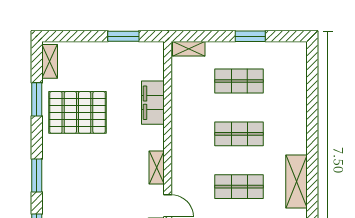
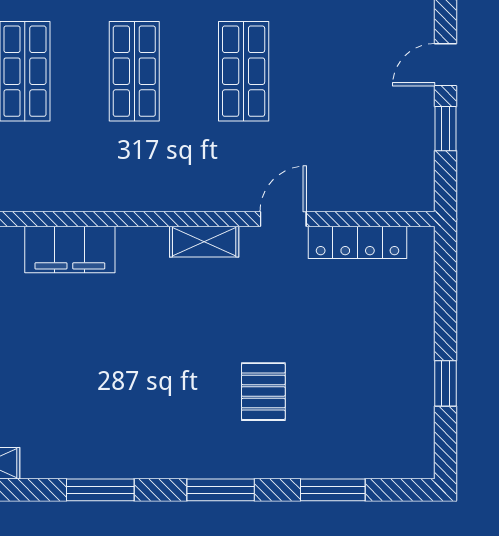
window: (37, 99) -> (100, 490), moved
pallet: (77, 112) -> (263, 392), moved, width x0.49, depth x0.50

